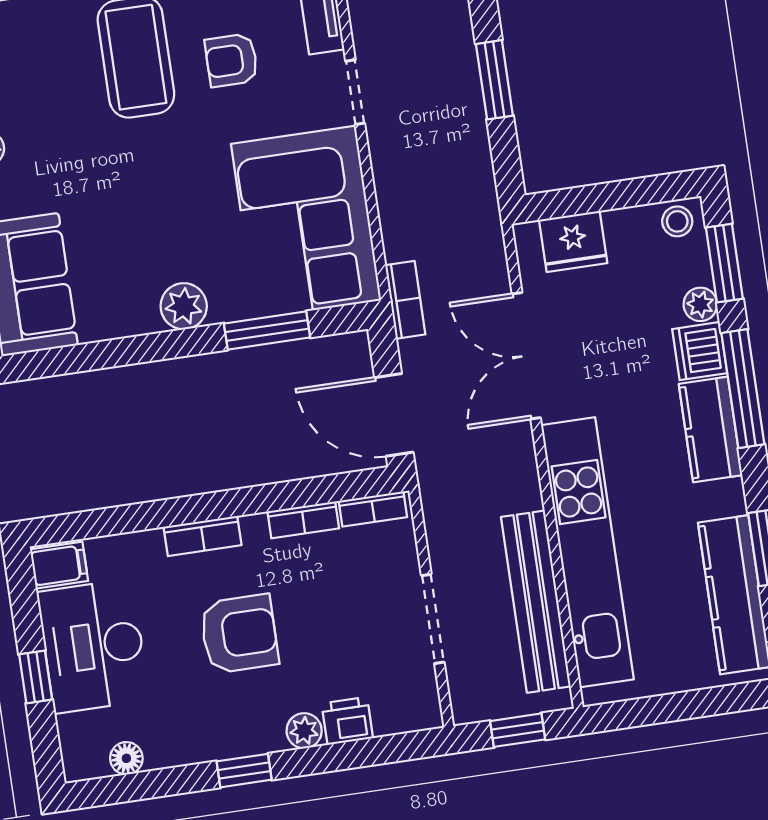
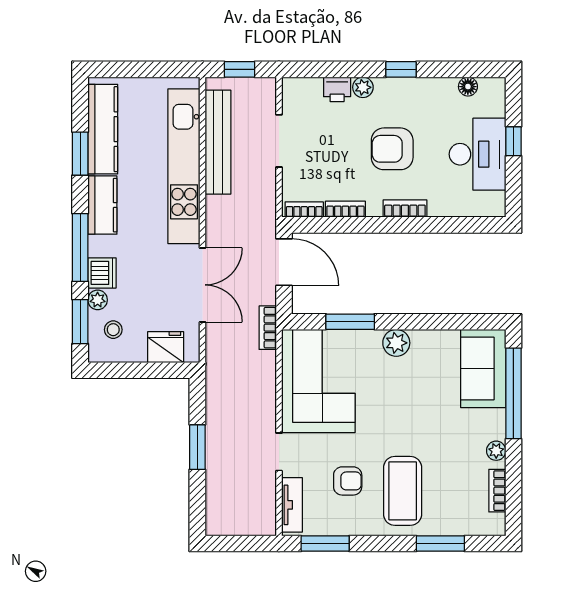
stool: (677, 221) -> (113, 330), moved
kitchen counter: (711, 429) -> (102, 205), moved
filing cabinet: (59, 565) -> (490, 204), removed

